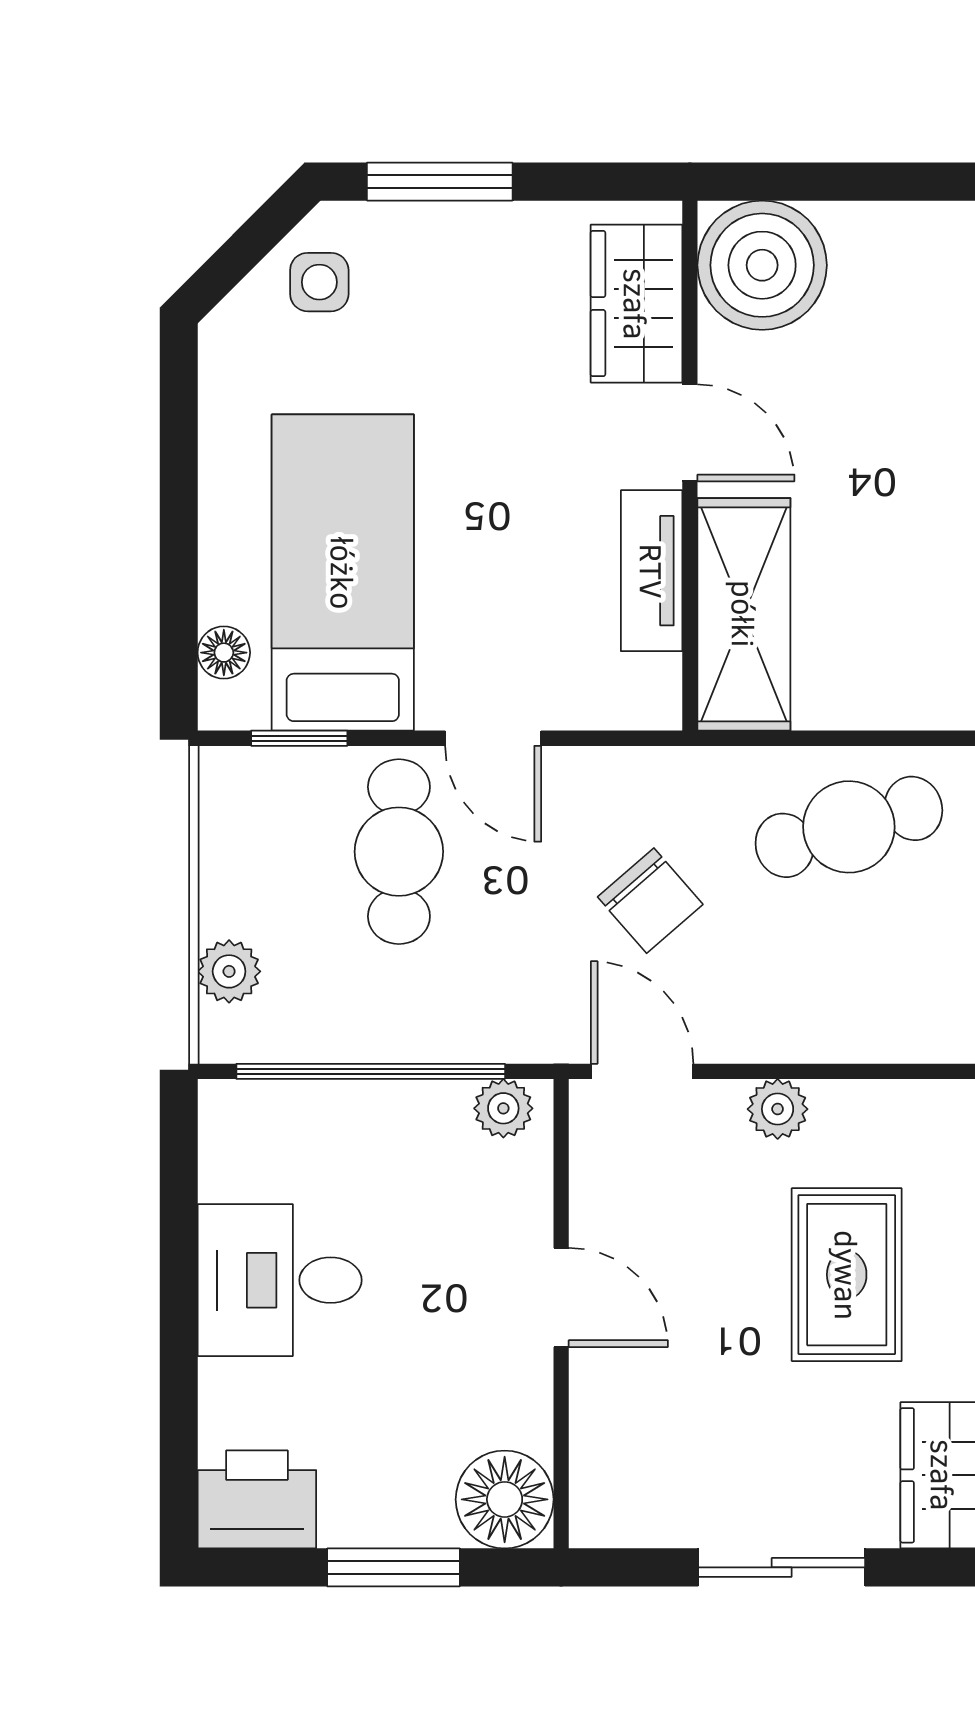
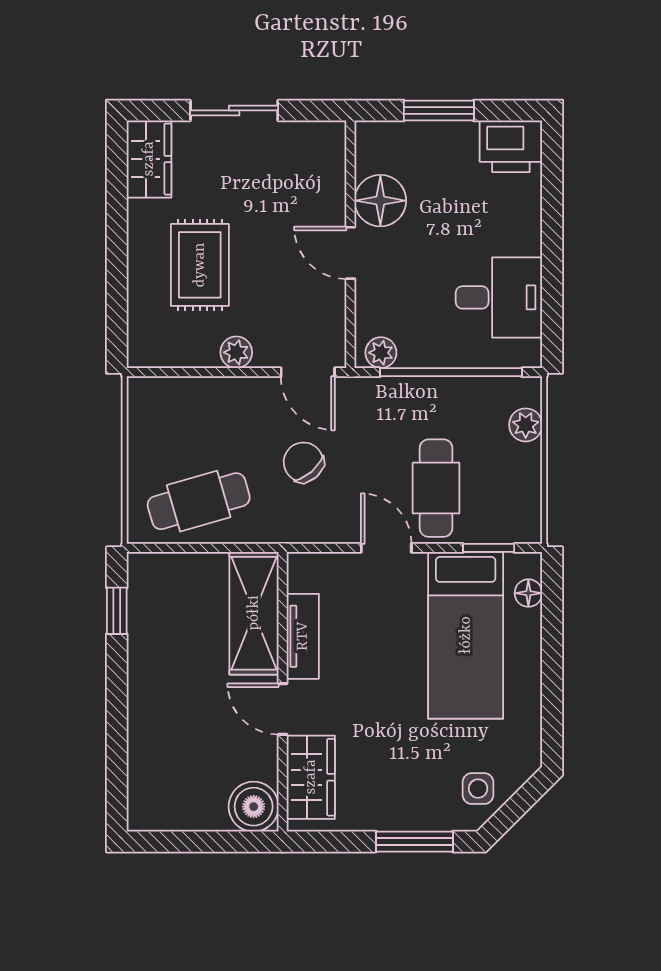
boiler: (762, 265) -> (254, 807), width x0.73, depth x0.73
desk: (280, 1280) -> (499, 297), moved
floor lamp: (505, 1499) -> (380, 201), moved

